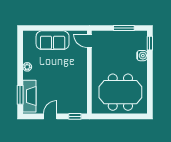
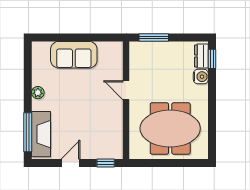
window: (124, 28) -> (154, 37), moved
door: (89, 41) -> (126, 90), moved
dresser: (142, 41) -> (201, 56), added
window: (20, 95) -> (28, 132), width x1.44

